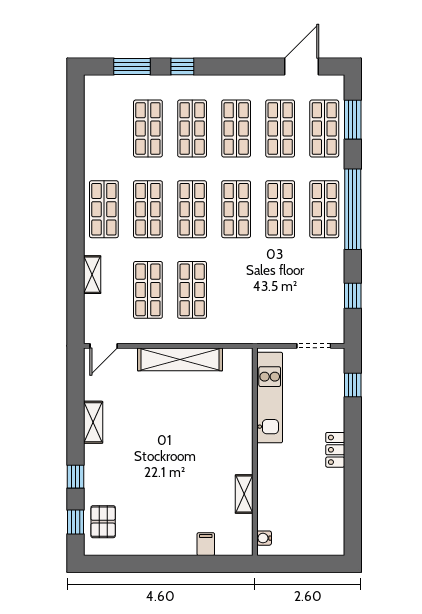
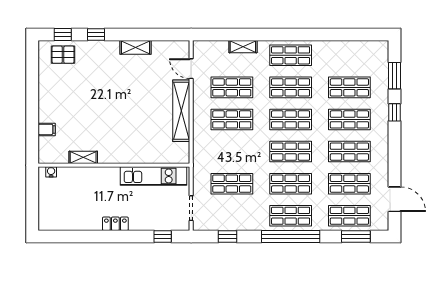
shop shelf: (280, 290) -> (232, 184), added
door: (104, 346) -> (191, 69), moved

